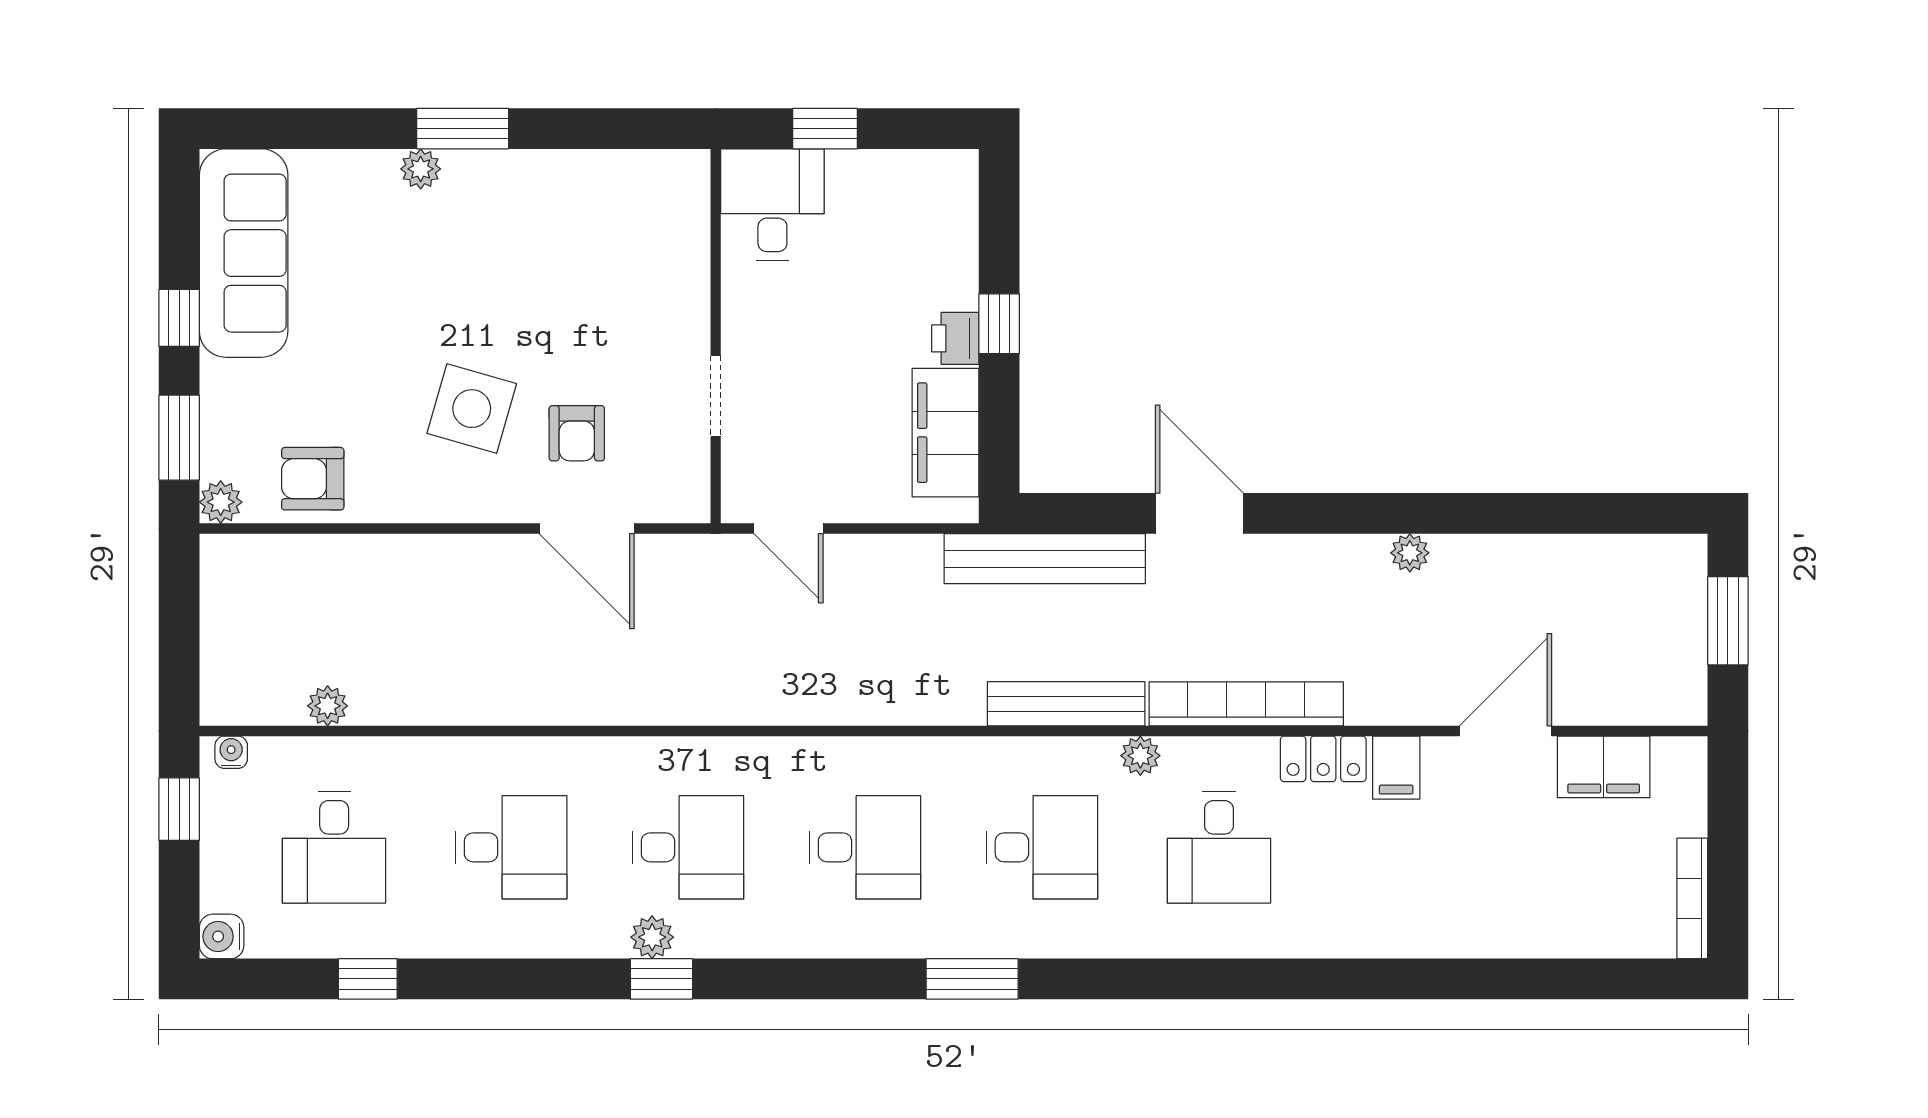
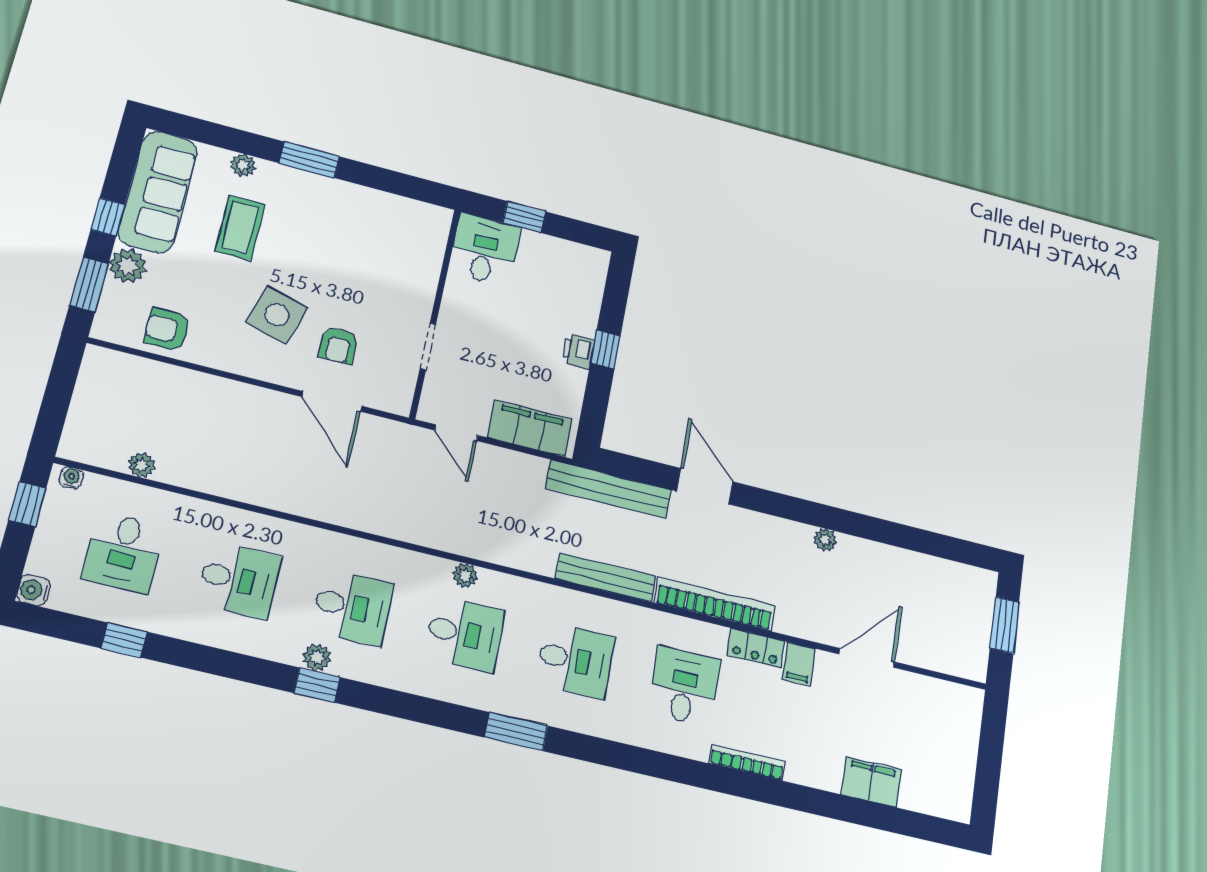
plant: (421, 169) -> (243, 165), moved
coffee table: (382, 278) -> (240, 228), added
filing cabinet: (945, 433) -> (530, 428), moved, turned 90
plant: (221, 502) -> (128, 266), moved, width x1.38, depth x1.38
plant: (1140, 756) -> (465, 576), moved
filing cabinet: (1604, 767) -> (872, 782), moved, turned 180
desk: (1219, 847) -> (684, 686), turned 180
bookcase: (1692, 898) -> (747, 763), moved, turned 90

